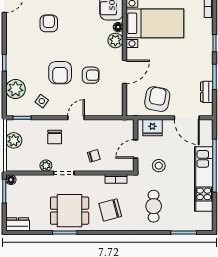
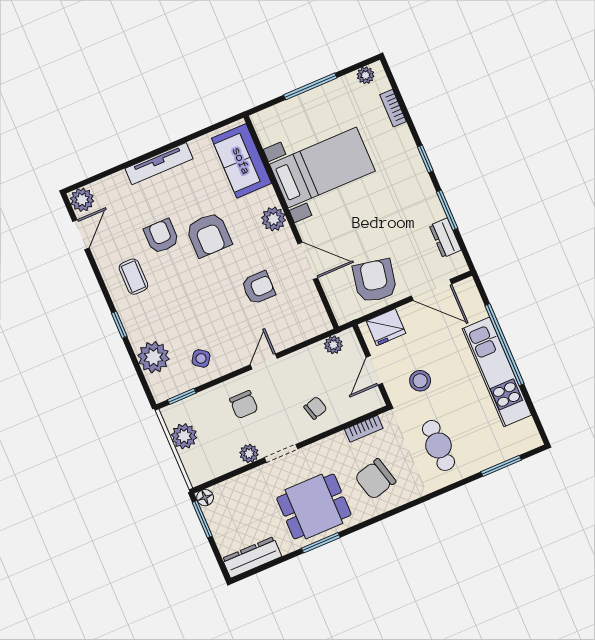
floor lamp: (118, 27) -> (269, 197), removed
coffee table: (23, 39) -> (133, 277), added
door: (125, 72) -> (308, 261), hinge flipped
armchair: (60, 73) -> (209, 235), moved
plant: (119, 125) -> (333, 345), added
dresser: (18, 224) -> (252, 557), width x1.44

